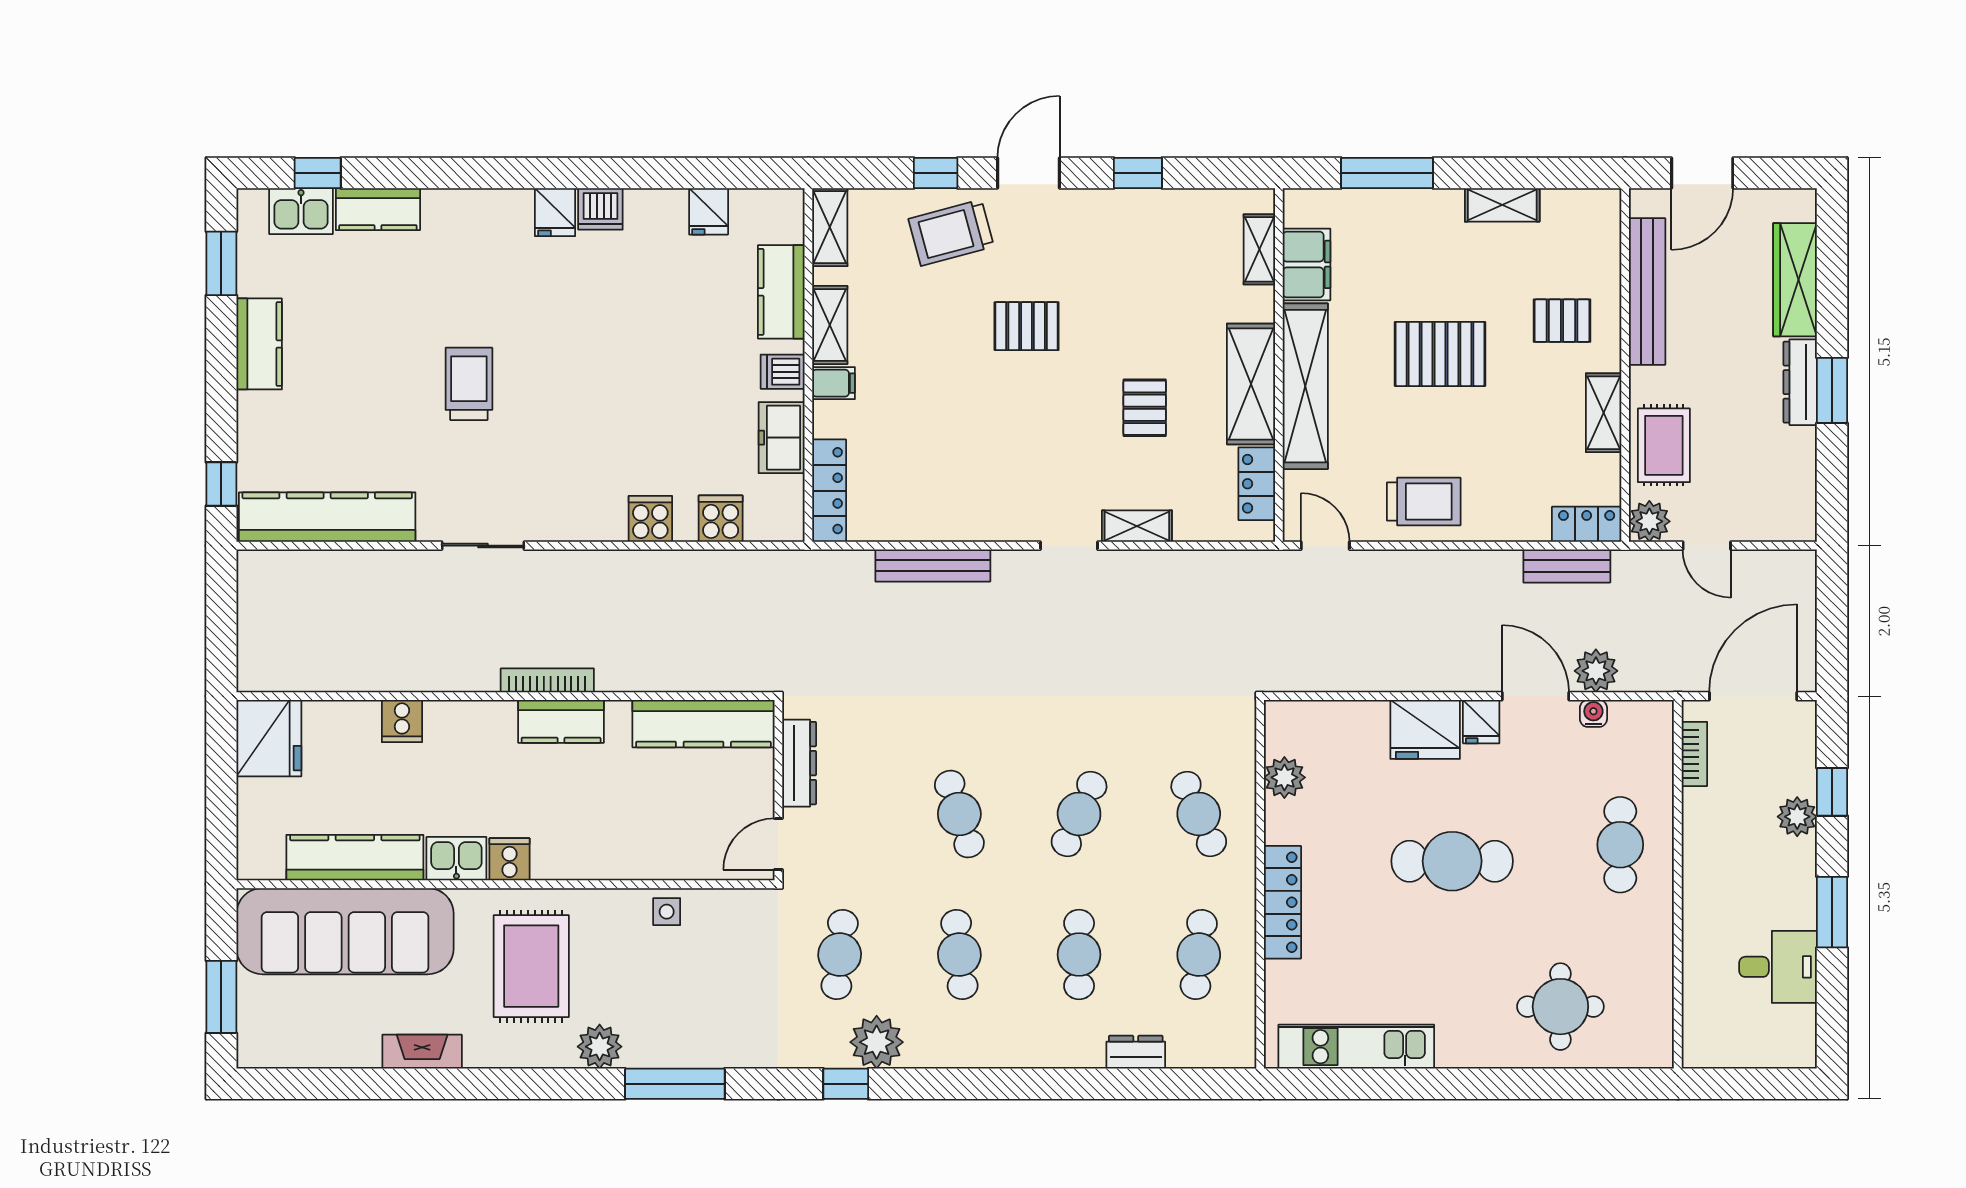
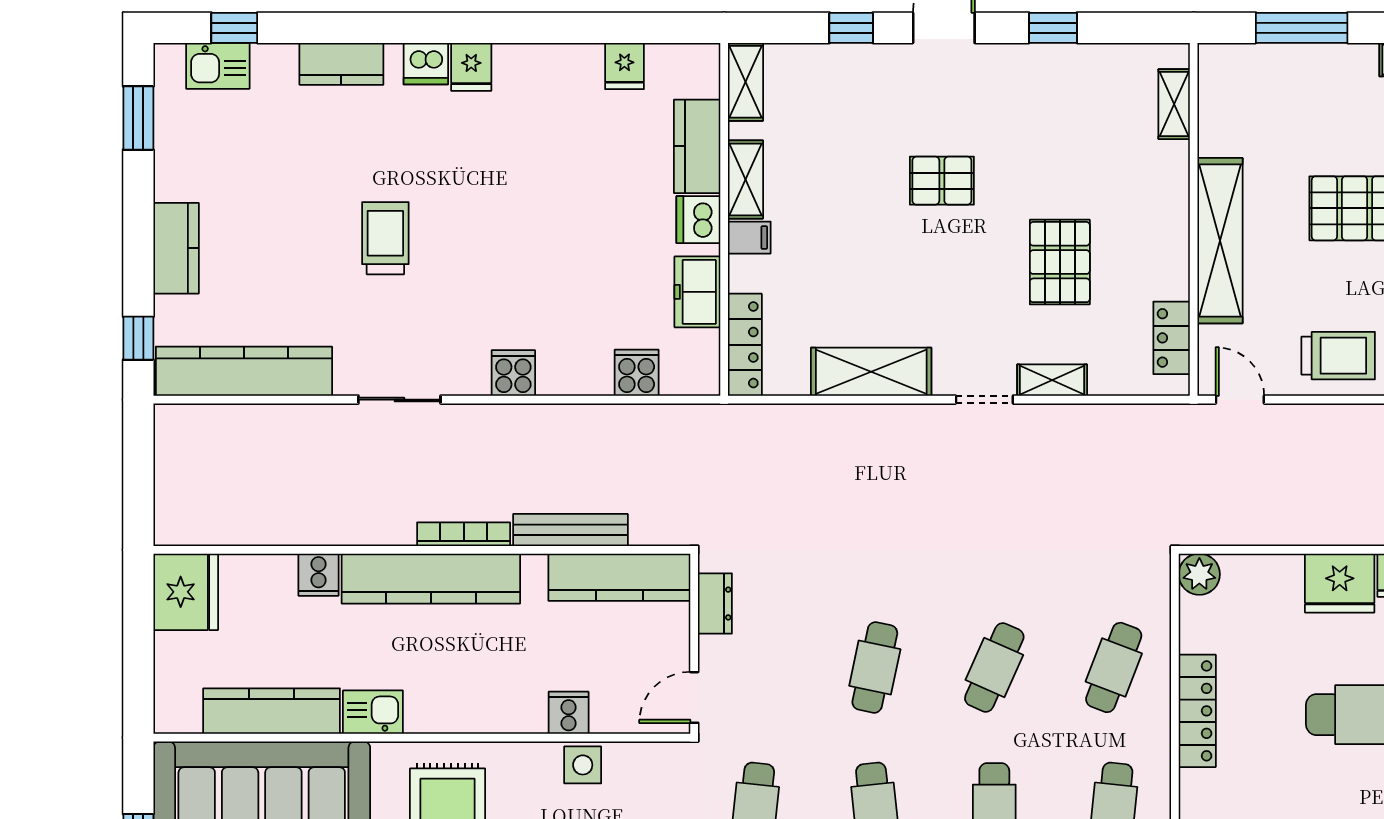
kitchen counter: (378, 209) -> (341, 64), moved
dishwasher: (600, 209) -> (426, 64), moved
trolley: (951, 233) -> (867, 87), removed
filing cabinet: (1307, 264) -> (1221, 119), removed
kitchen counter: (259, 344) -> (176, 248), moved
dishwasher: (783, 372) -> (698, 220), width x1.38
shelving: (1251, 384) -> (871, 372), moved, turned 90
pallet: (1145, 408) -> (1060, 262), width x1.50, depth x1.42
cooker: (650, 519) -> (513, 373), moved
bench: (933, 565) -> (570, 530), moved
kitchen counter: (561, 721) -> (431, 579), width x2.08, depth x1.17
dresser: (799, 763) -> (715, 604), width x0.70
plant: (1284, 777) -> (1199, 574), moved
cafe table: (959, 814) -> (875, 667), turned 30
cafe table: (1199, 814) -> (1114, 667), turned 45
cooker: (510, 859) -> (569, 713), moved
locker: (1282, 902) -> (1197, 711), moved
side table: (667, 912) -> (583, 765), width x1.37, depth x1.37

